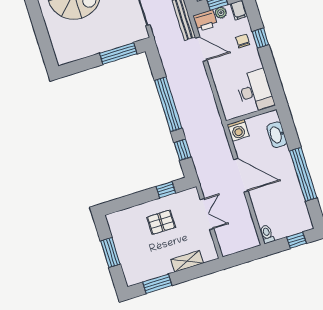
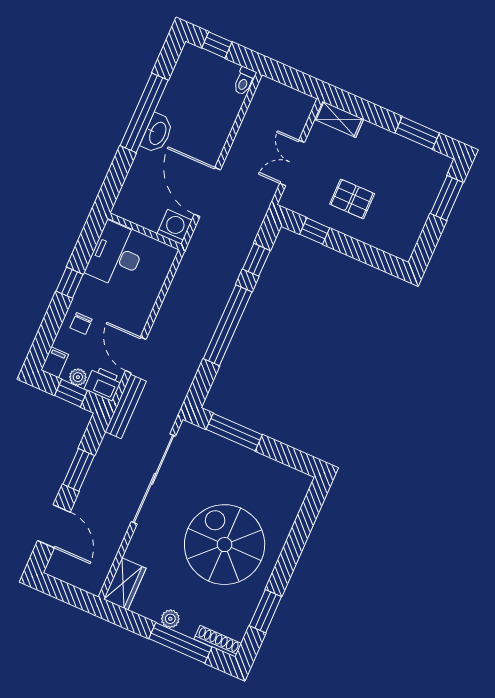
window: (261, 38) -> (70, 283), moved
washbasin: (277, 135) -> (157, 133), moved
door: (241, 175) -> (207, 192), moved
window: (110, 253) -> (447, 198), moved
shelving: (187, 261) -> (339, 119), moved

